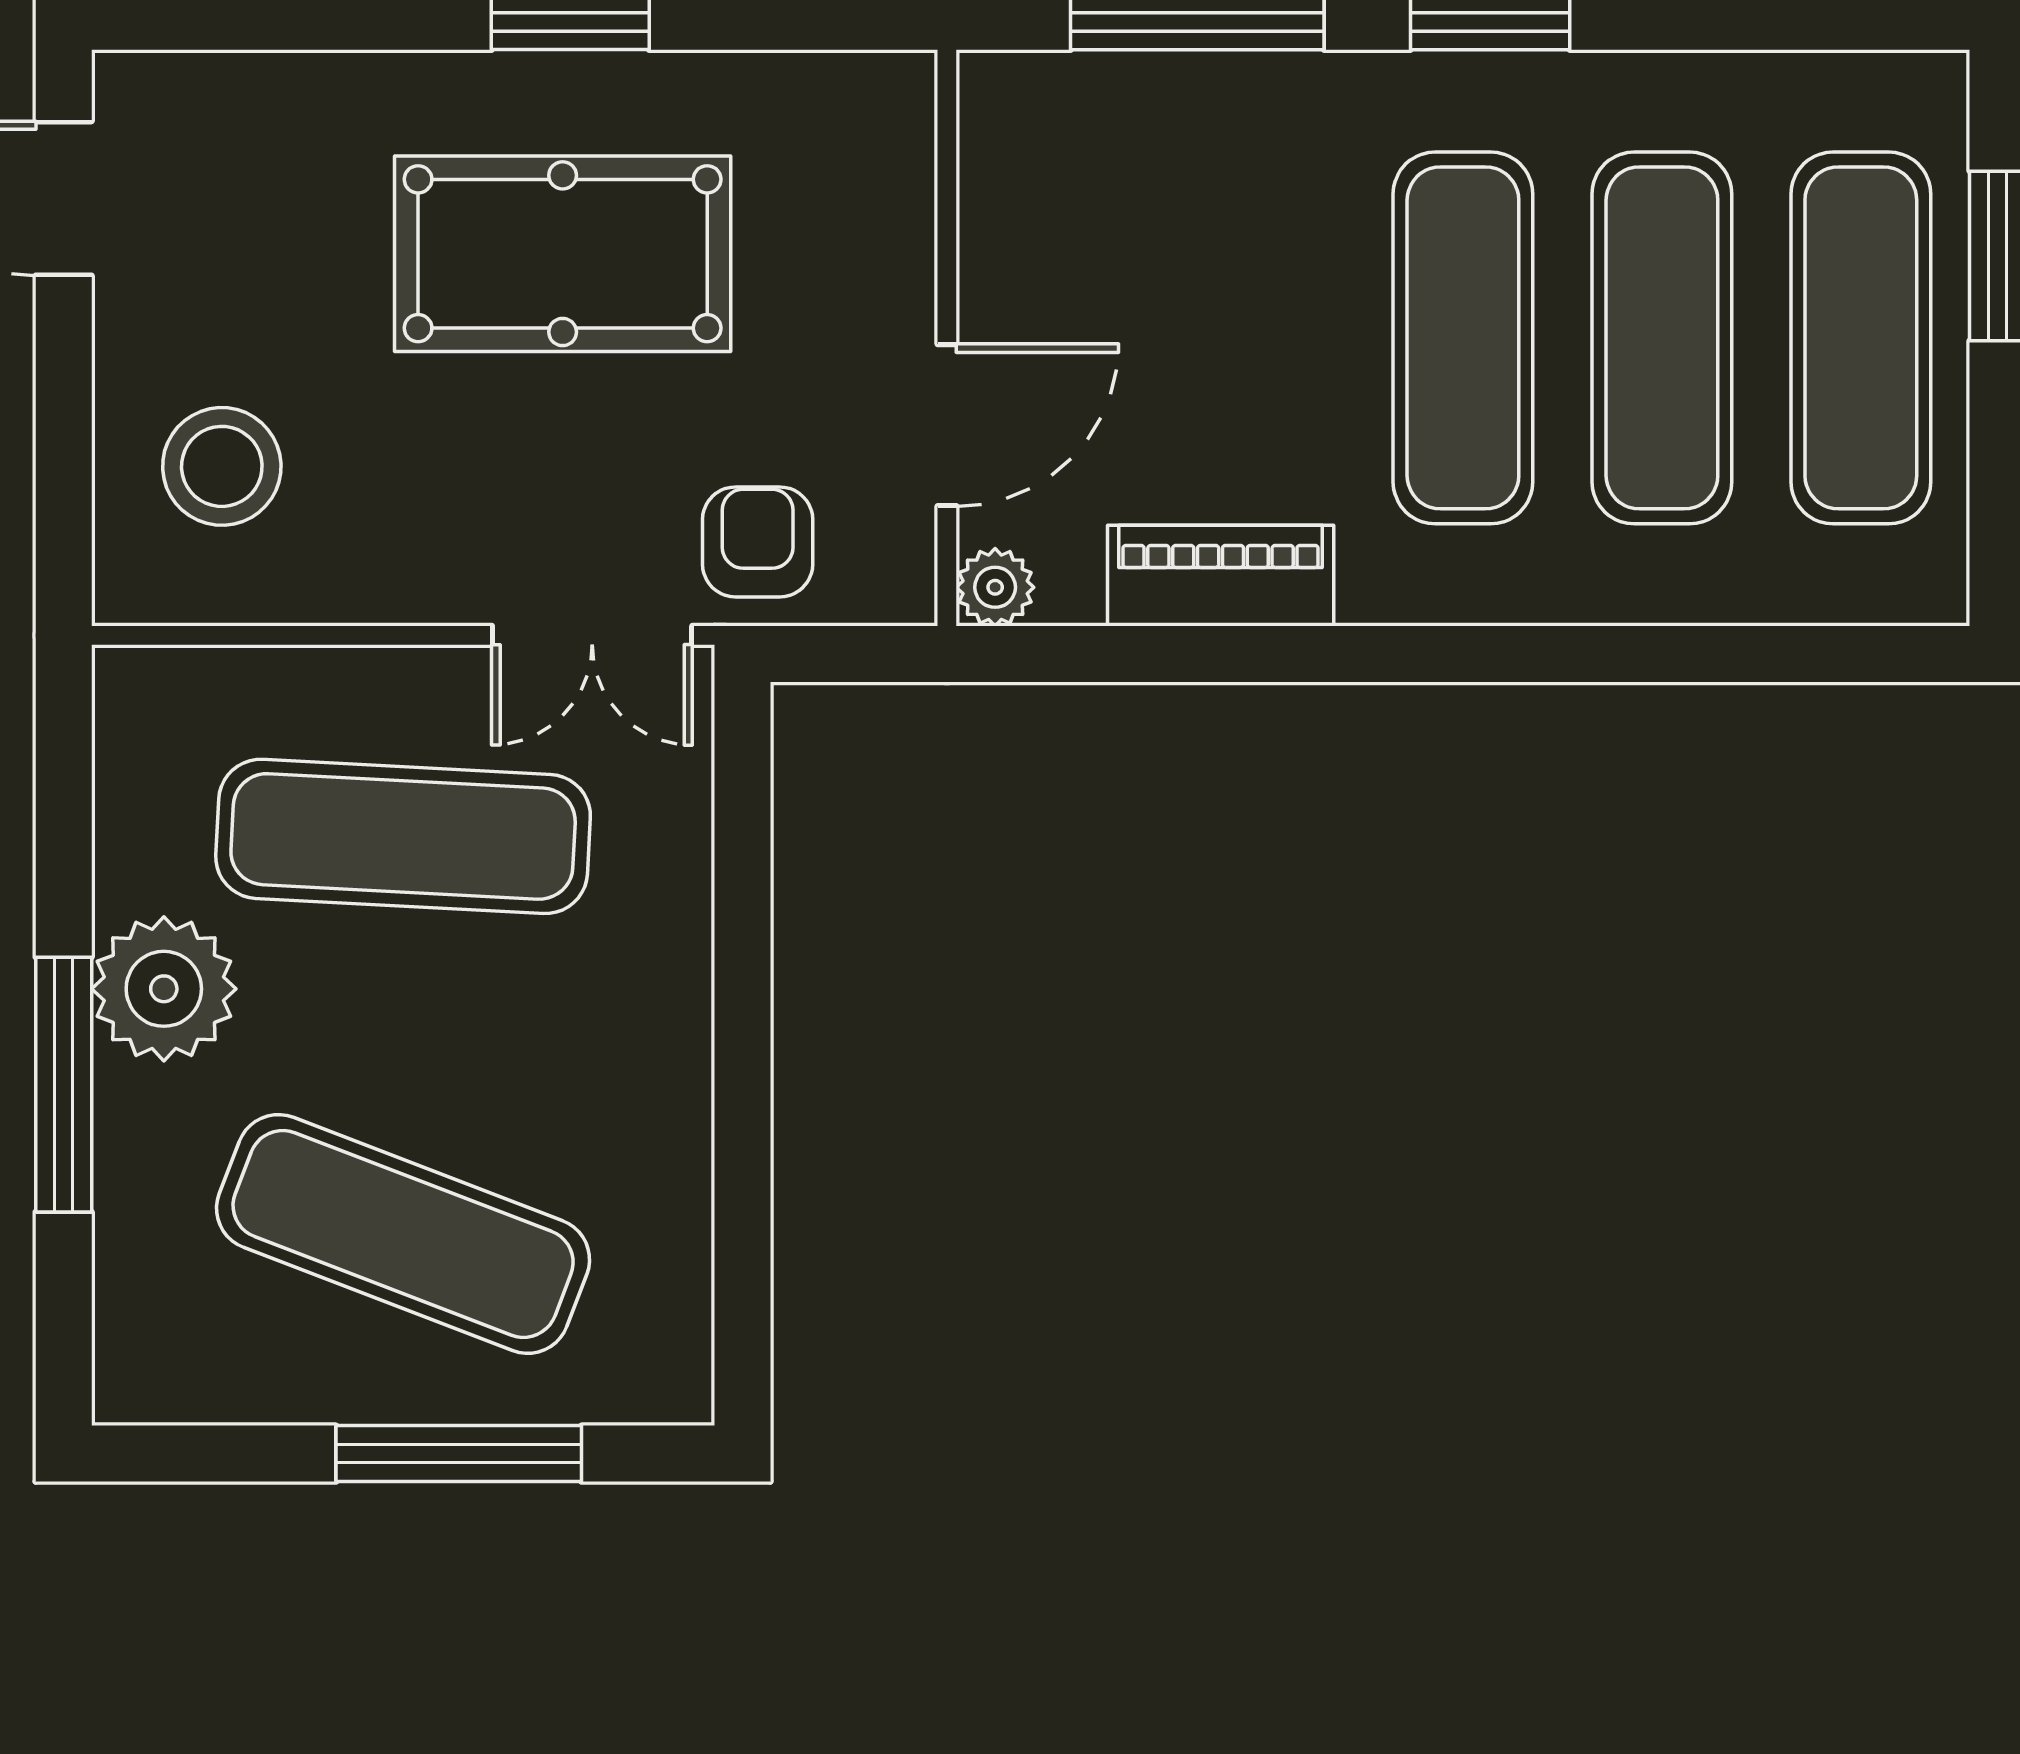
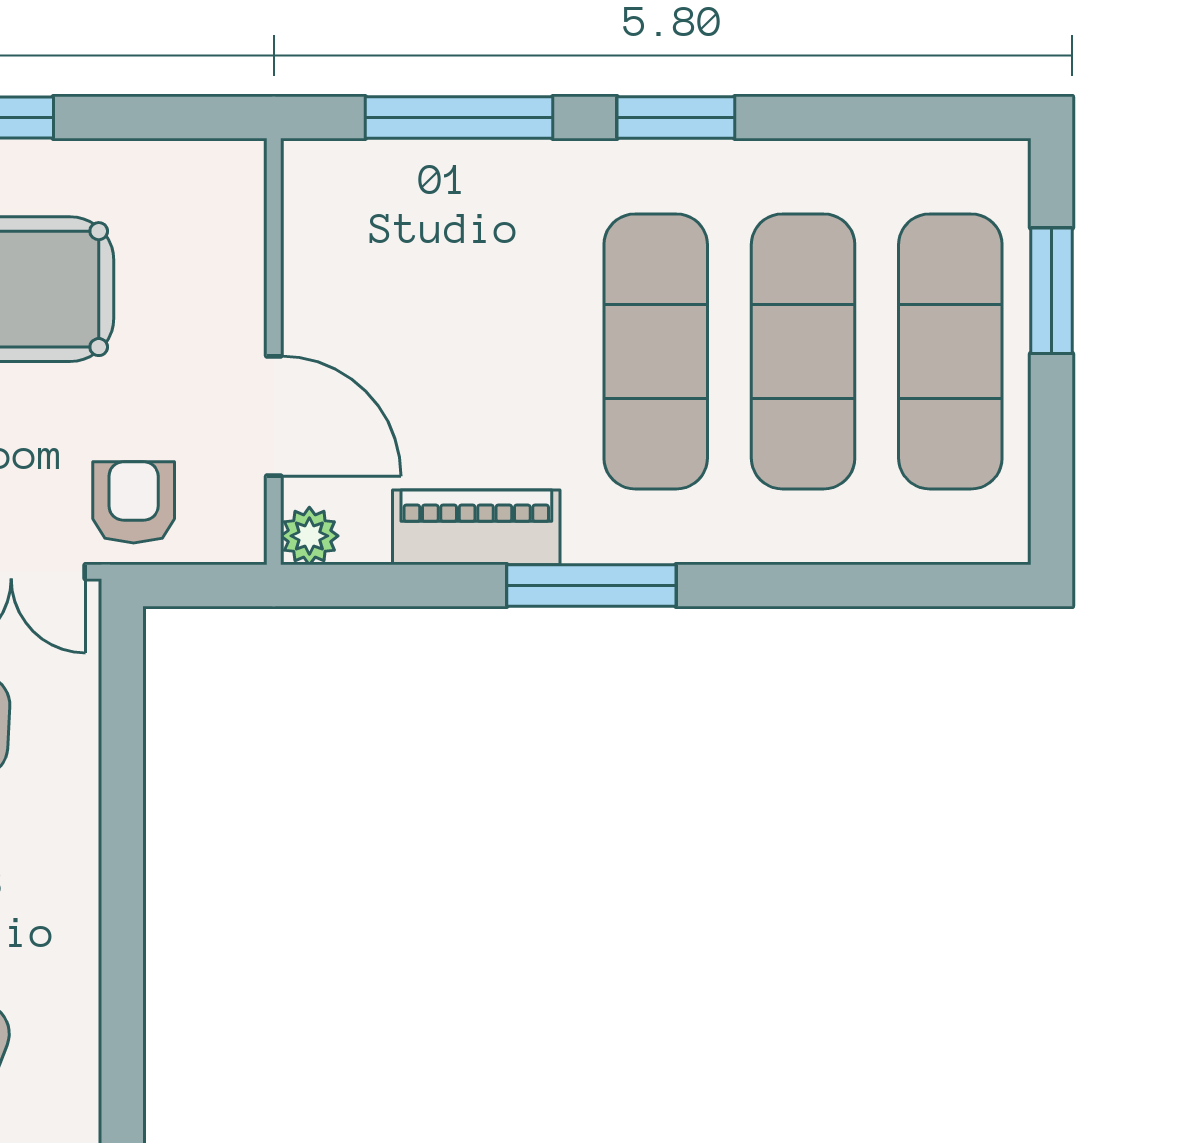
door: (947, 425) -> (274, 416), hinge flipped
window: (1376, 654) -> (591, 585), added

